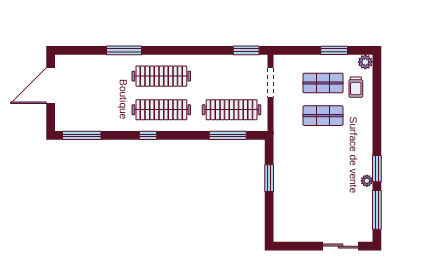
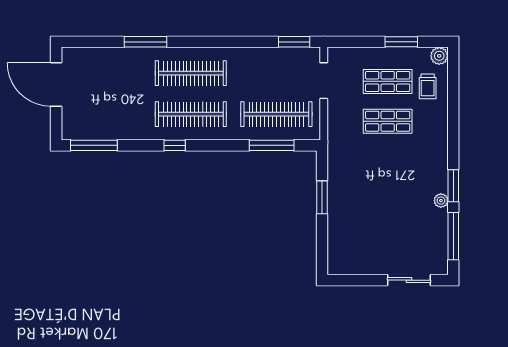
door: (51, 85) -> (56, 85), hinge flipped

